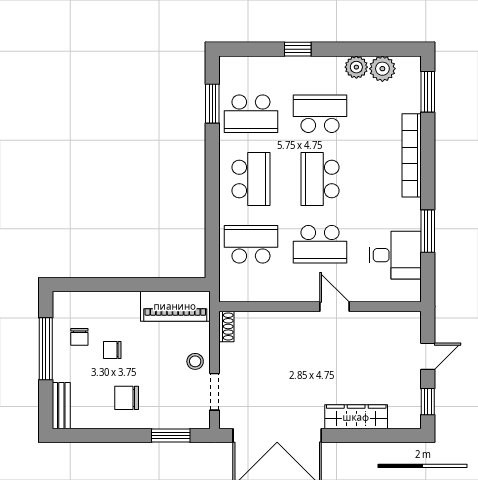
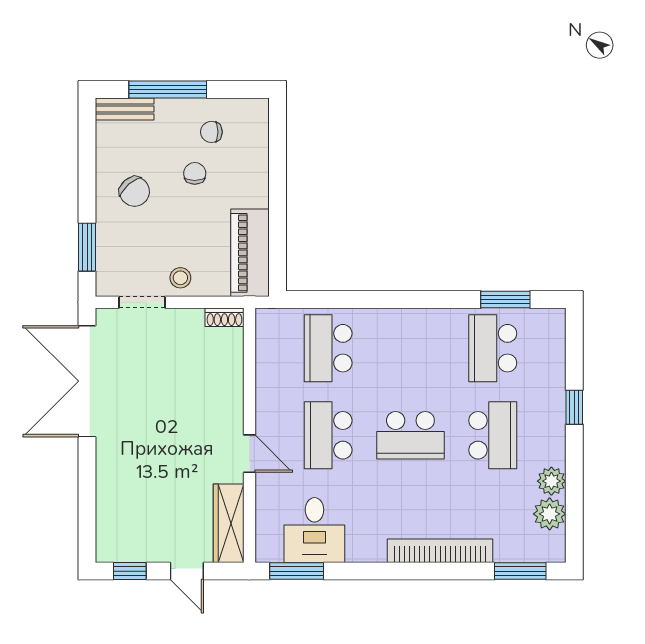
school desk: (251, 179) -> (410, 348), removed
school desk: (320, 179) -> (410, 435), turned 180
window: (428, 231) -> (297, 571), moved
school desk: (251, 244) -> (328, 348), turned 180
door: (335, 307) -> (249, 454), hinge flipped
window: (46, 349) -> (168, 90), moved
chair: (127, 398) -> (135, 192), turned 139
wardrobe: (356, 417) -> (229, 523), moved, turned 180

